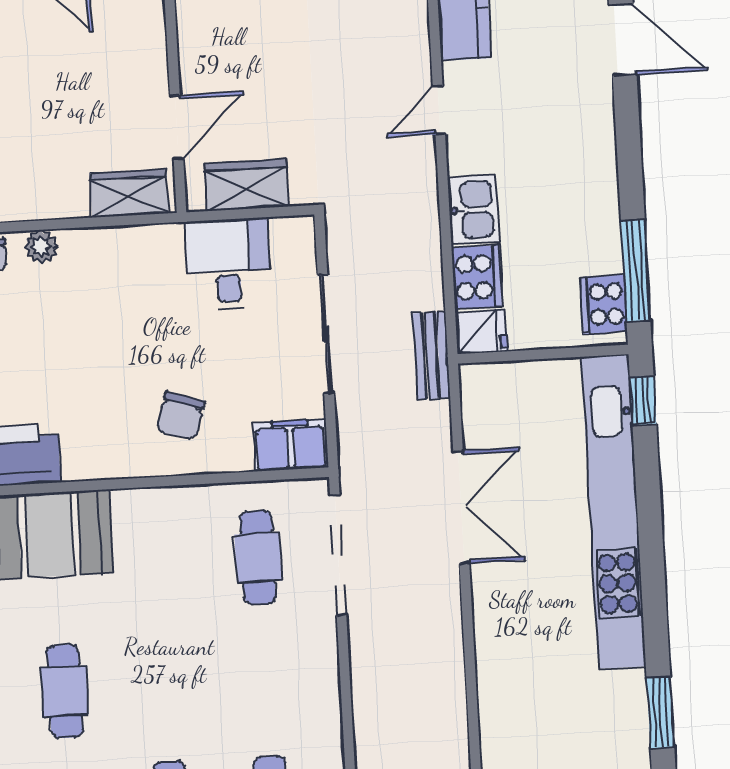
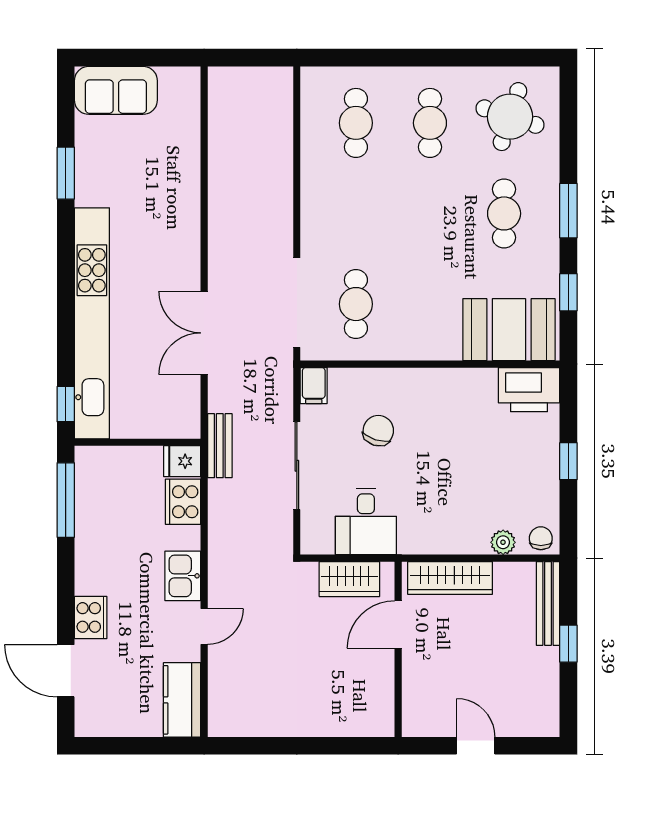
wardrobe: (129, 193) -> (450, 578), width x1.50
kitchen sink: (474, 210) -> (183, 576), moved
cooker: (604, 304) -> (91, 617), moved
chair: (180, 416) -> (378, 431), moved
filing cabinet: (291, 445) -> (314, 386), width x0.50

